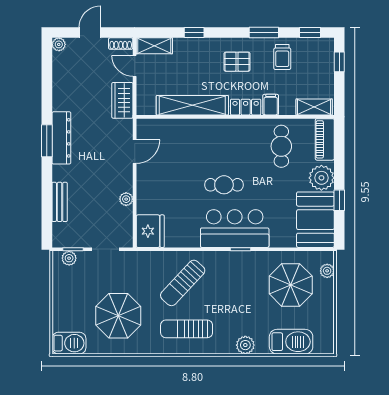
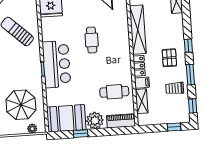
window: (194, 33) -> (188, 46), moved
shelving: (314, 107) -> (142, 101), moved
cafe table: (224, 185) -> (92, 40), moved

